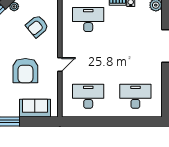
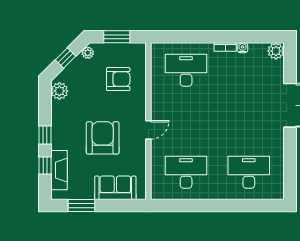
armchair: (37, 26) -> (118, 79), turned -140
armchair: (25, 71) -> (103, 138), turned 180

